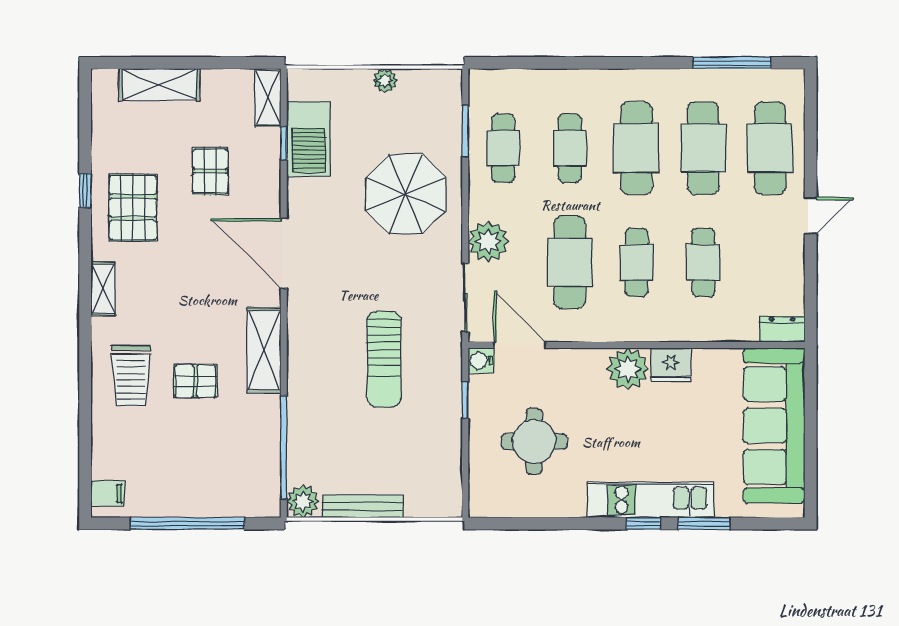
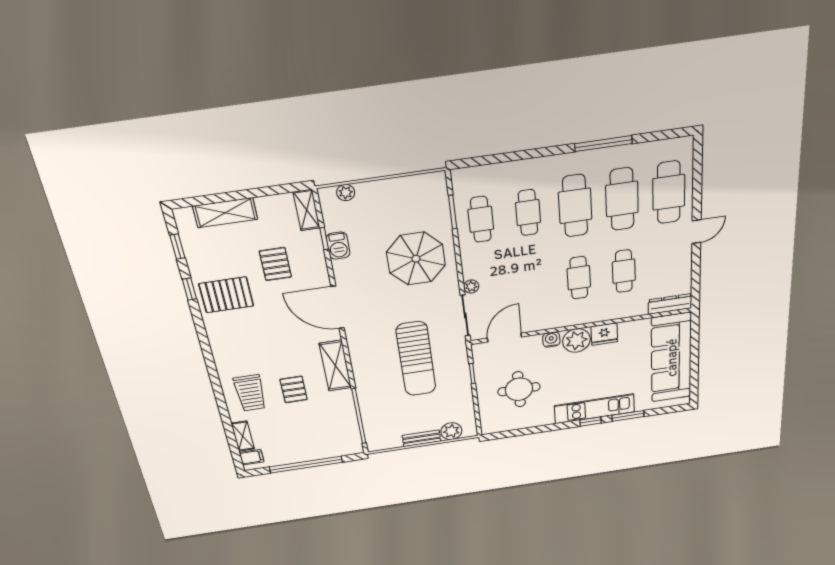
window: (732, 63) -> (603, 144), moved
plant: (385, 80) -> (346, 193), moved
window: (85, 124) -> (177, 247), added
barbecue: (308, 139) -> (338, 246), width x0.53, depth x0.65
pallet: (133, 208) -> (226, 295), turned 90
plant: (488, 242) -> (471, 286), width x0.53, depth x0.53
cafe table: (570, 262) -> (534, 284), removed
shelving: (103, 289) -> (243, 436), moved
dresser: (782, 329) -> (670, 304), width x1.44
door: (520, 345) -> (504, 338), hinge flipped
sun lounger: (384, 359) -> (416, 359), width x1.36, depth x1.34
water cooler: (481, 361) -> (551, 340), moved, turned 90
pallet: (195, 381) -> (294, 389), turned 90
plant: (303, 501) -> (451, 431), moved
bench: (363, 506) -> (421, 438), width x0.73

